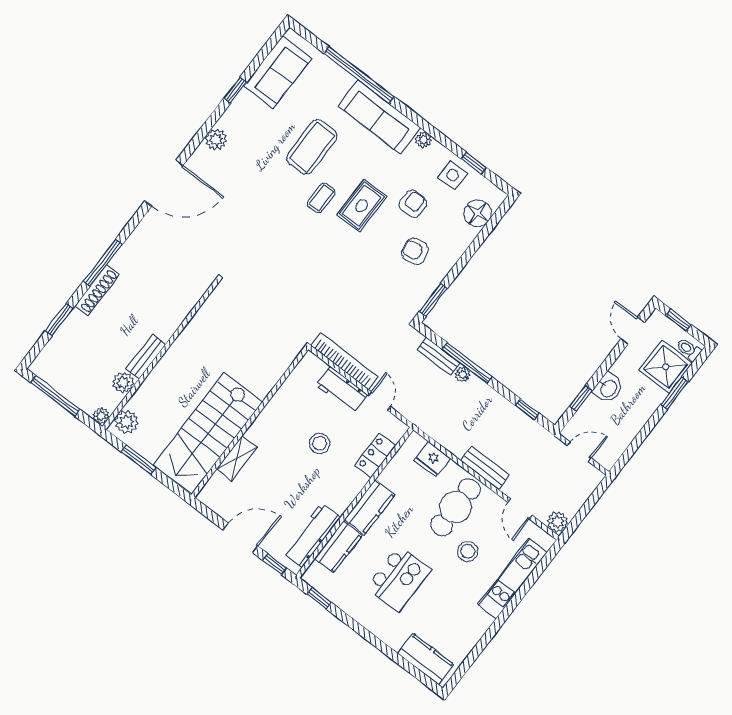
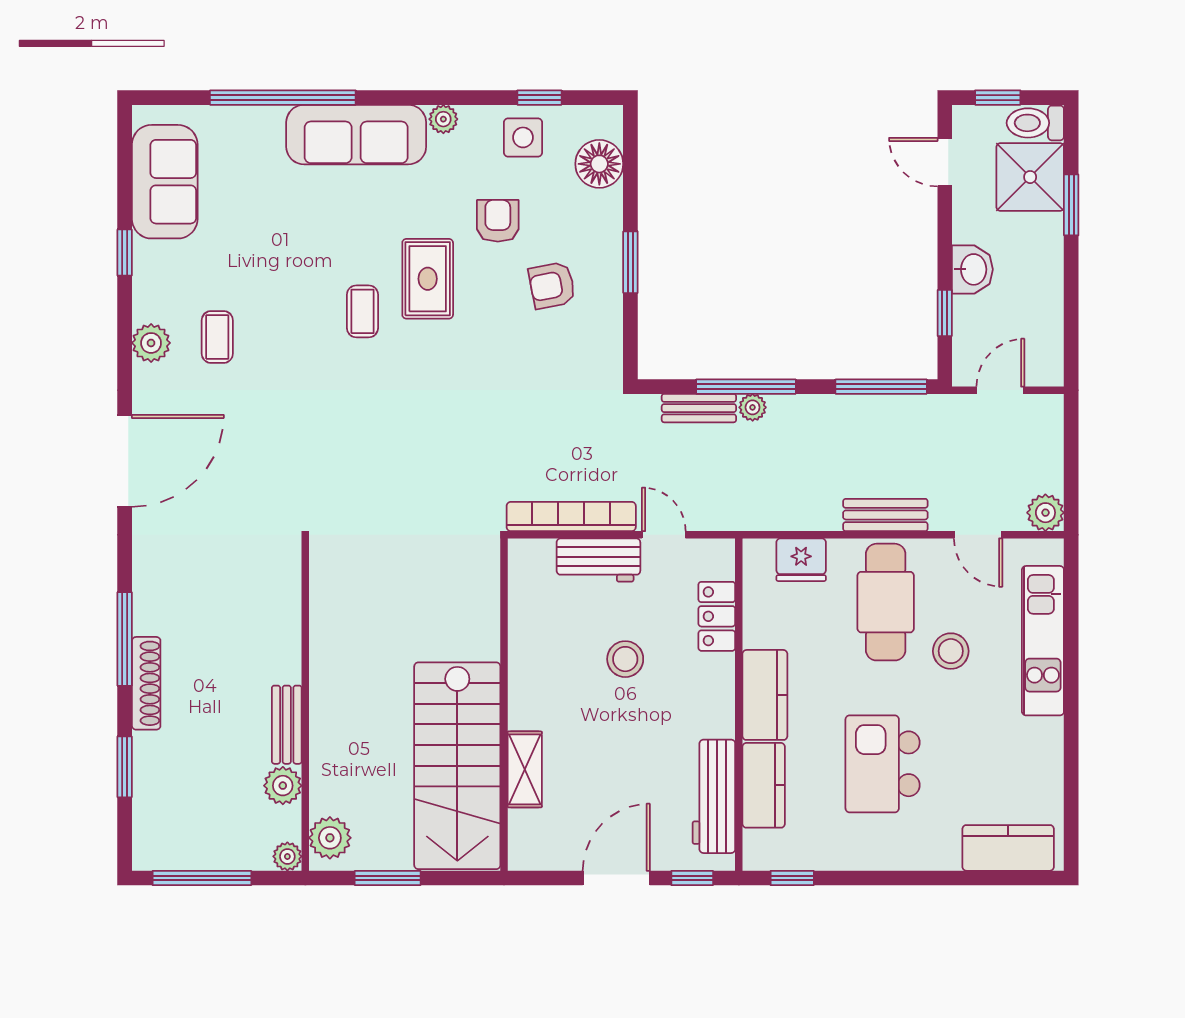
coffee table: (312, 147) -> (217, 337), moved, width x0.54, depth x0.58
window: (433, 300) -> (630, 262), moved
toilet: (689, 349) -> (1035, 123), width x1.37, depth x1.39
window: (527, 409) -> (881, 387), width x2.17
kitchen island: (399, 578) -> (883, 764), turned 180

